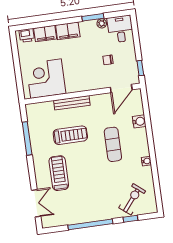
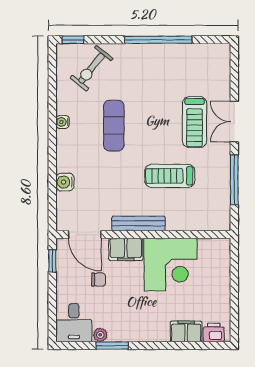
filing cabinet: (68, 31) -> (126, 249), moved, turned 180
corner desk: (46, 79) -> (171, 265), moved
door: (121, 88) -> (85, 235), swing flipped
bench: (72, 103) -> (138, 223), moved
exercise mat: (113, 144) -> (114, 126), moved
double door: (36, 203) -> (234, 122), moved
window: (130, 219) -> (73, 40), moved

